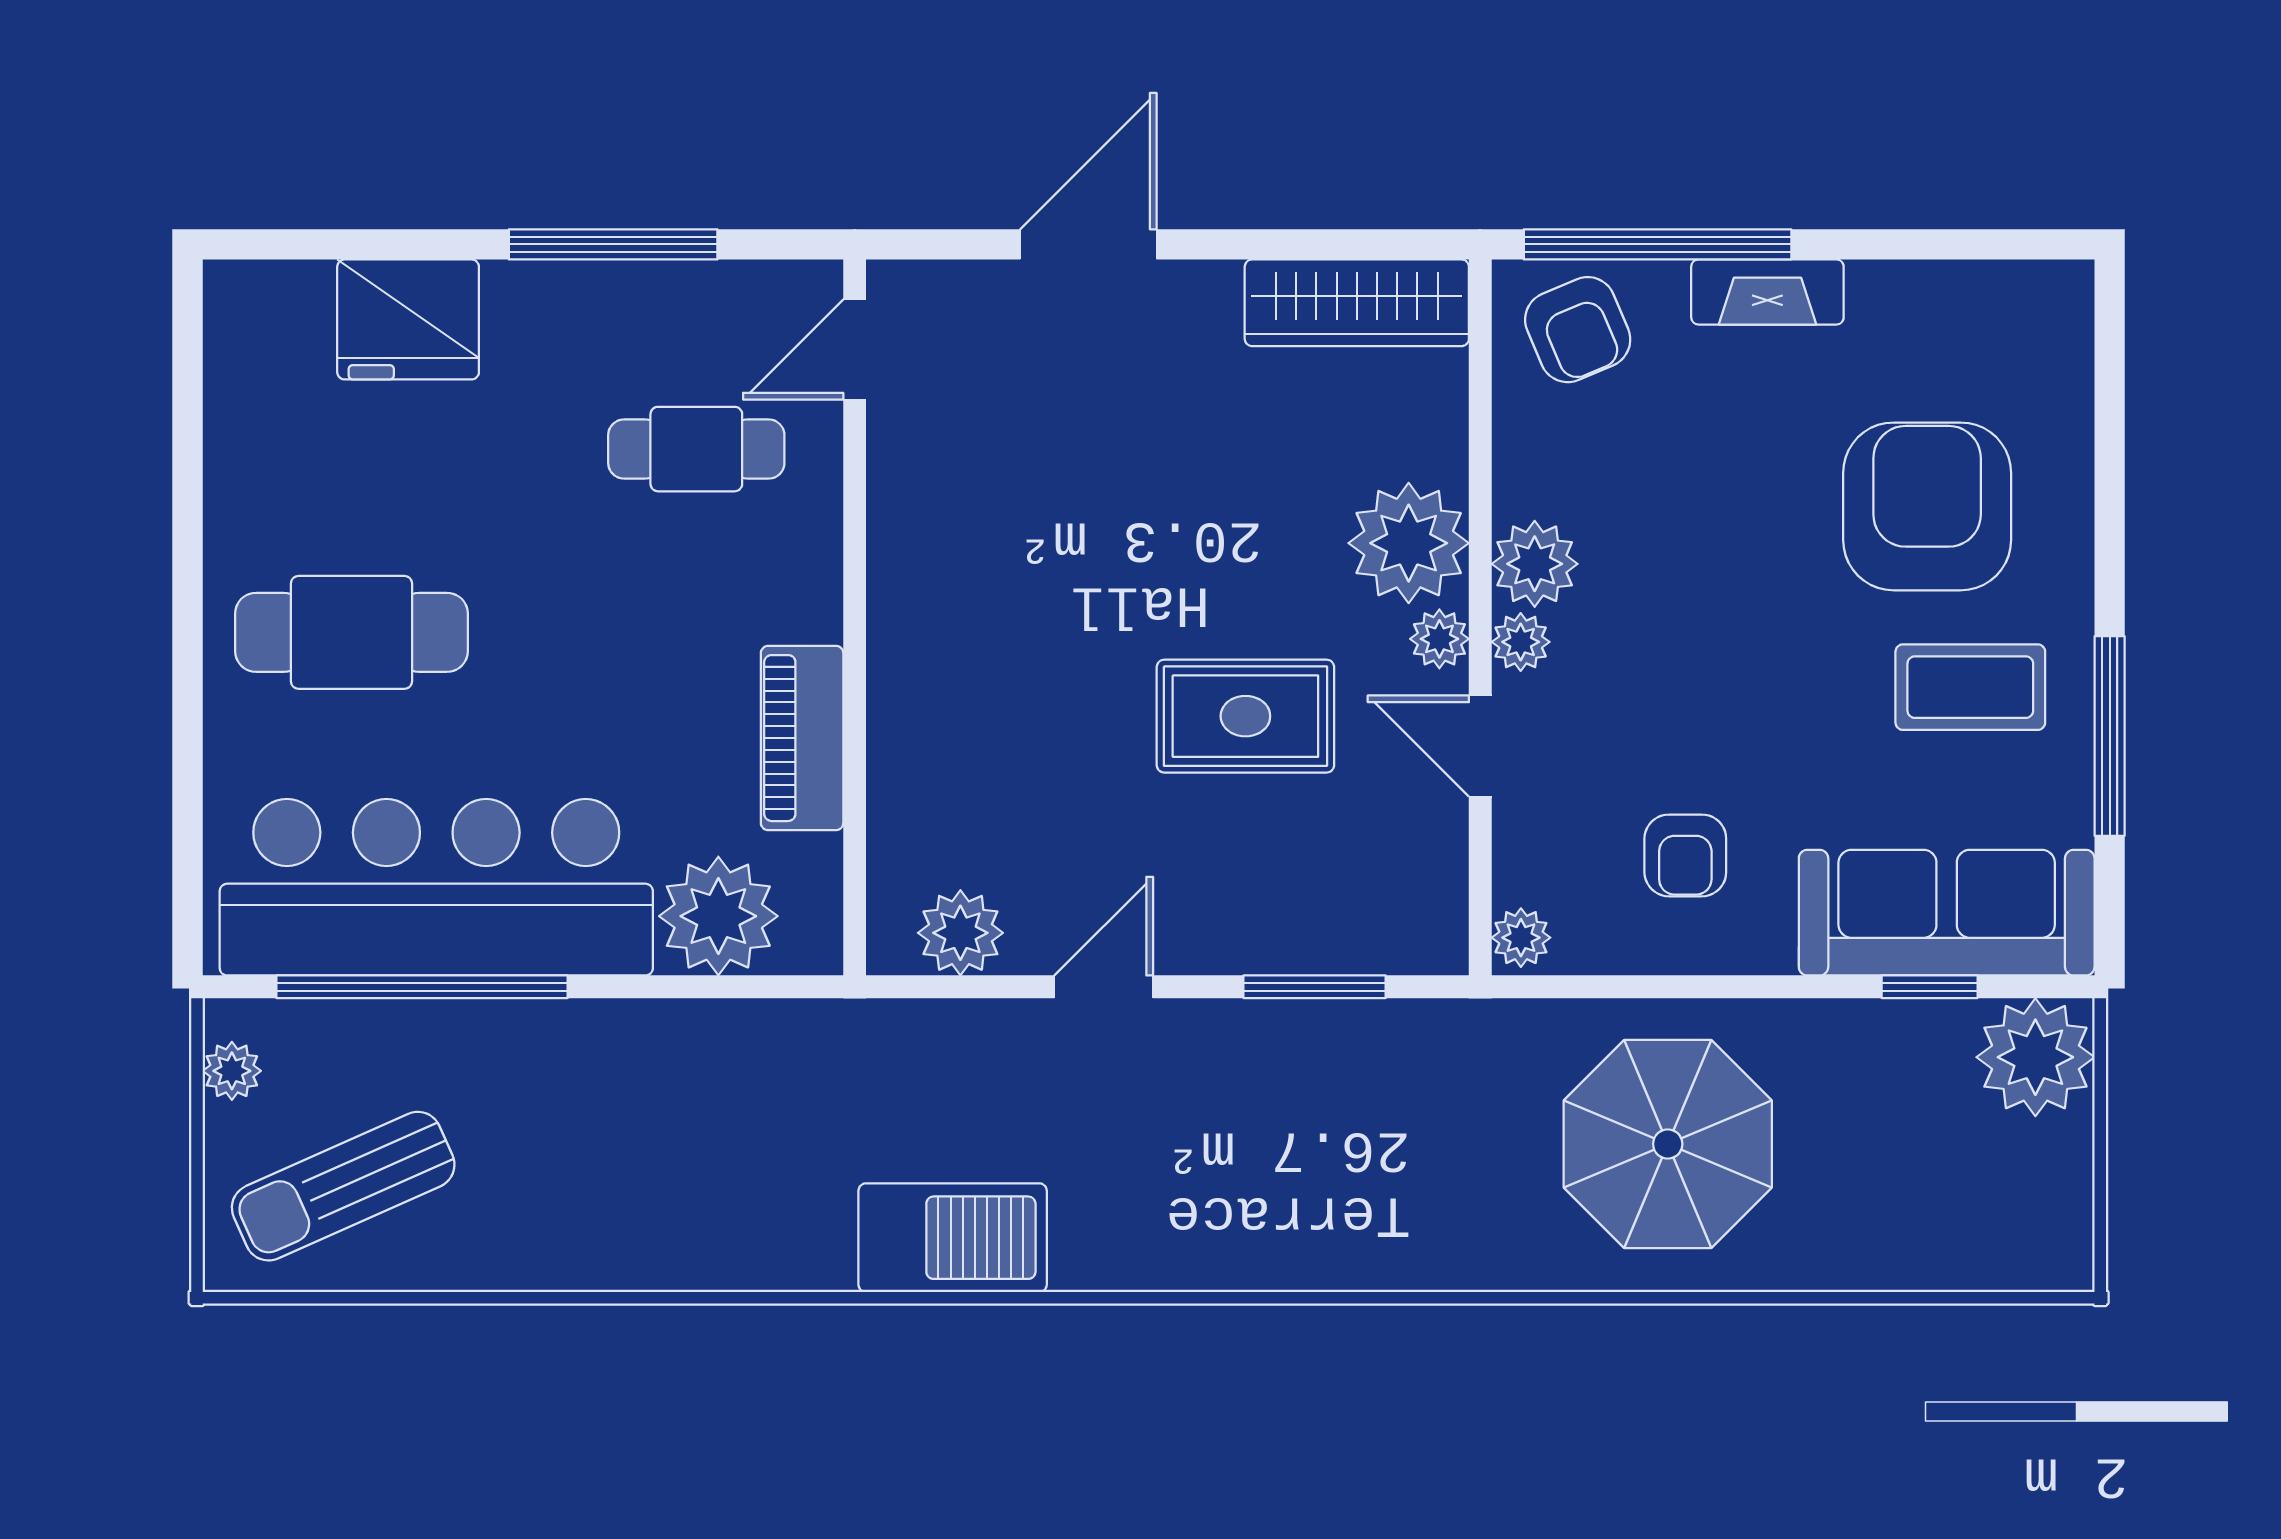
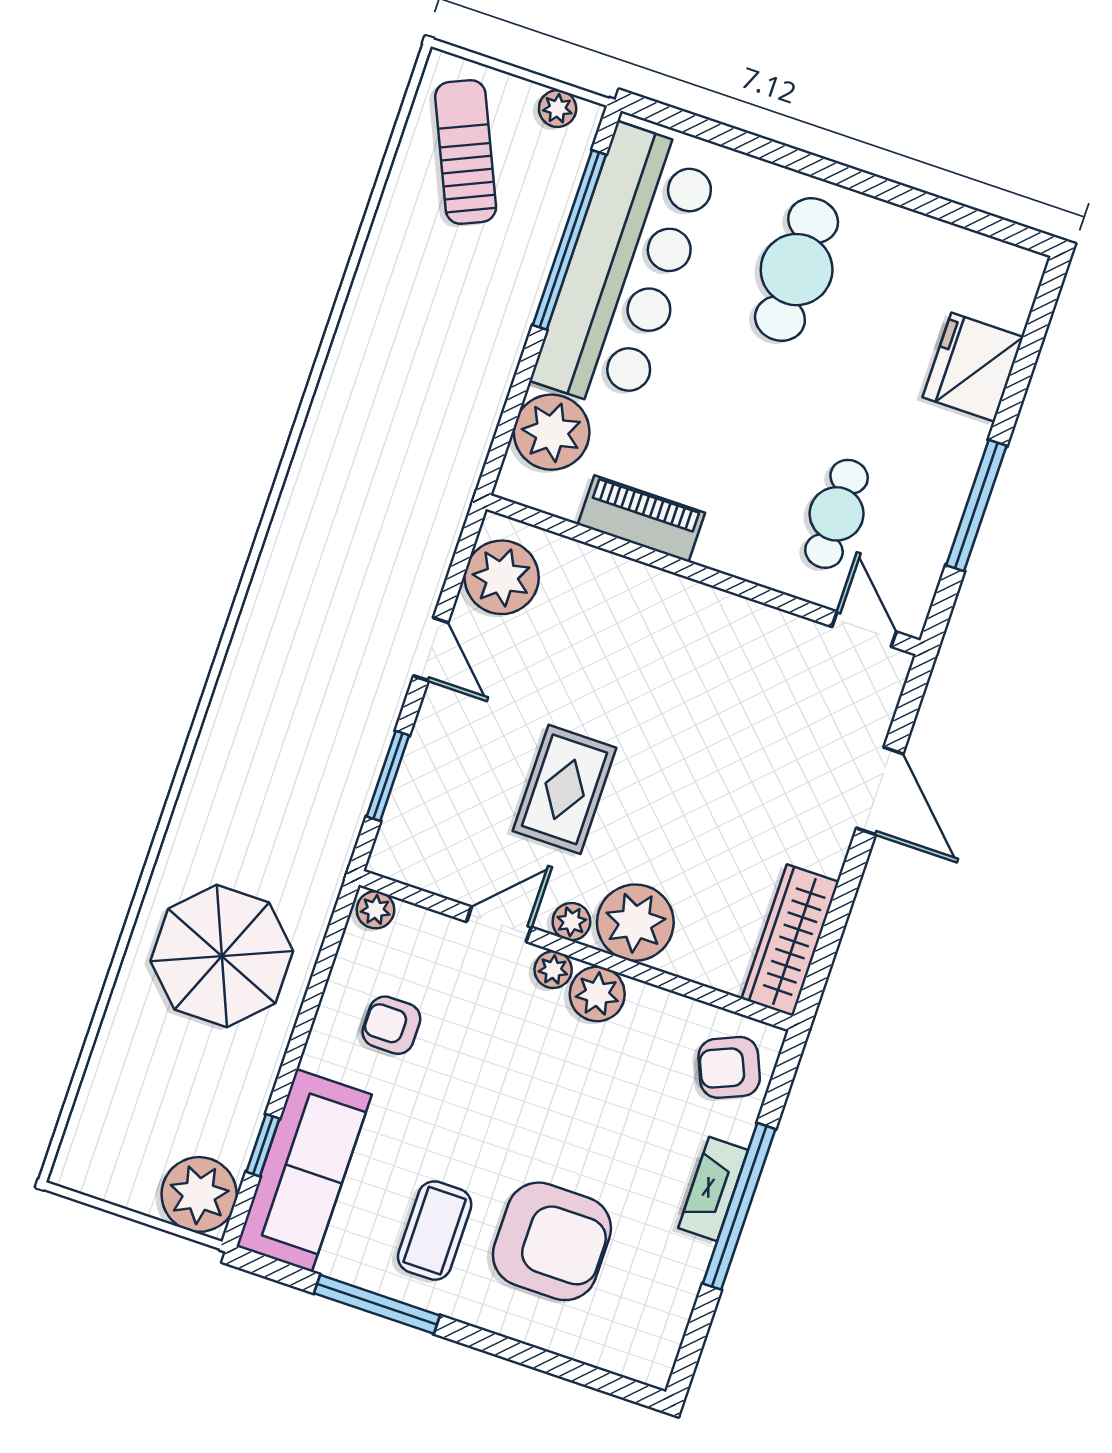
window: (1658, 244) -> (739, 1206), moved
plant: (960, 933) -> (502, 577), width x1.36, depth x1.36
barbecue: (953, 1238) -> (311, 507), removed

